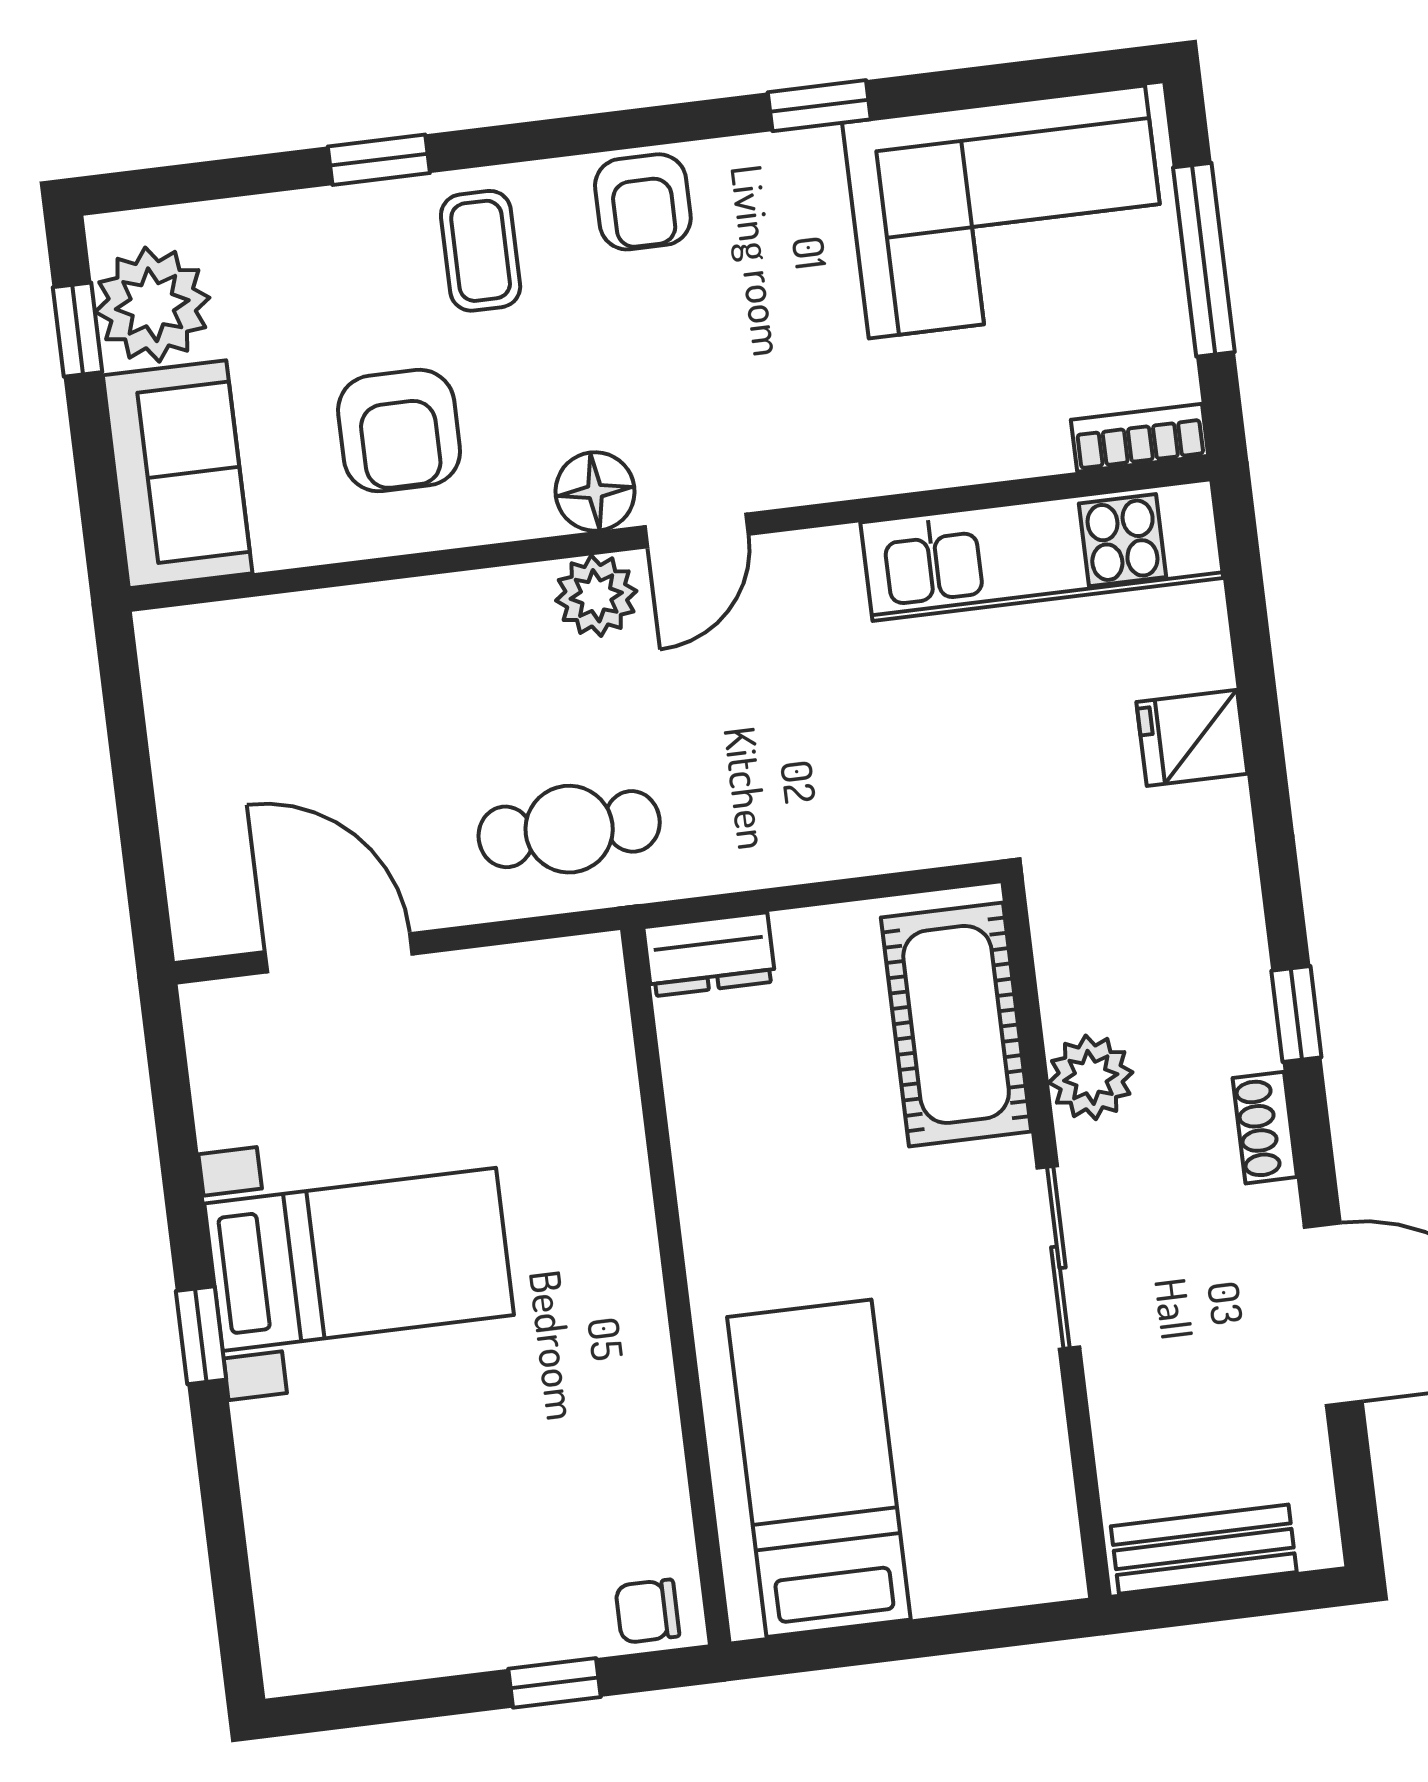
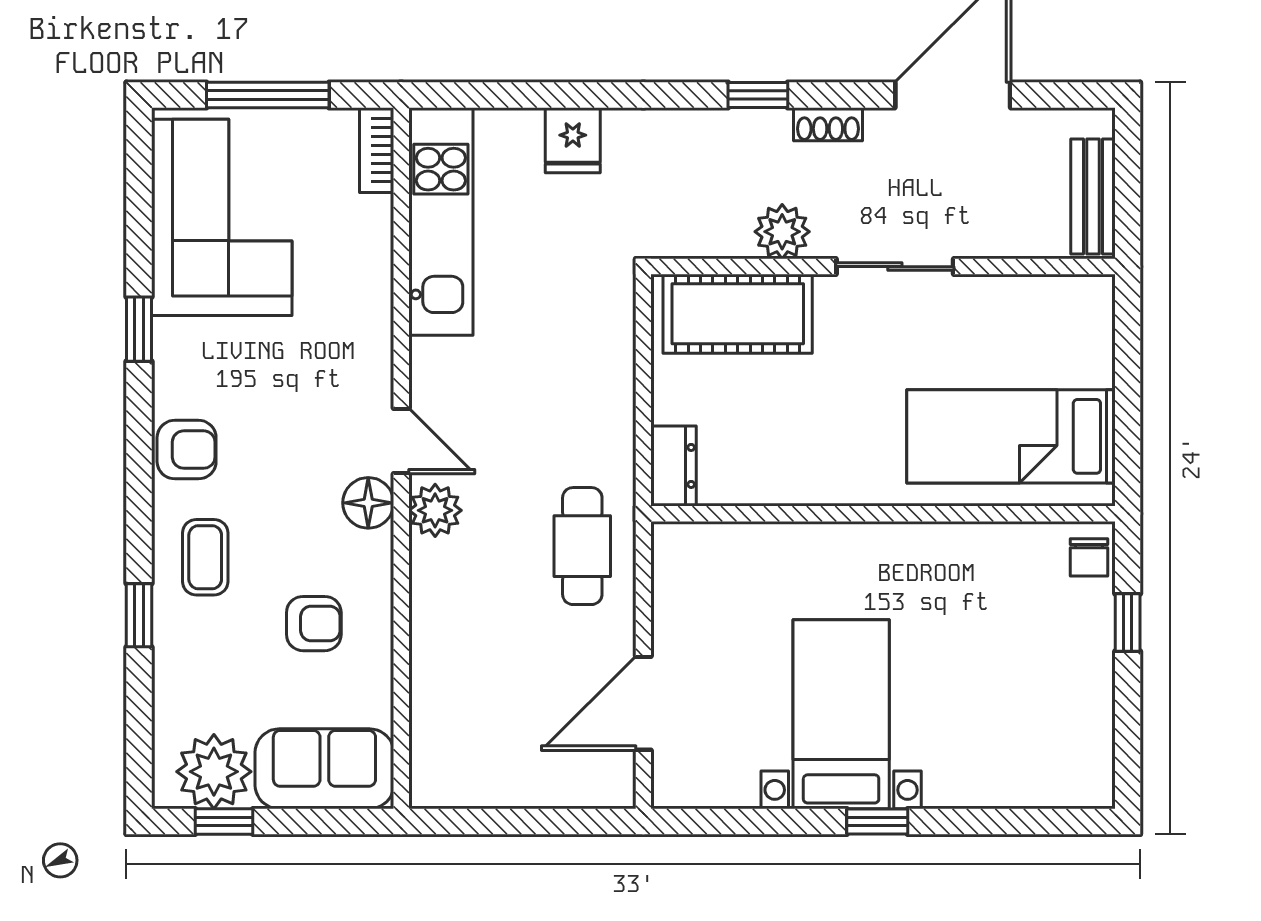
coffee table: (481, 251) -> (205, 557), turned 90
armchair: (399, 431) -> (314, 624), width x0.72, depth x0.72

